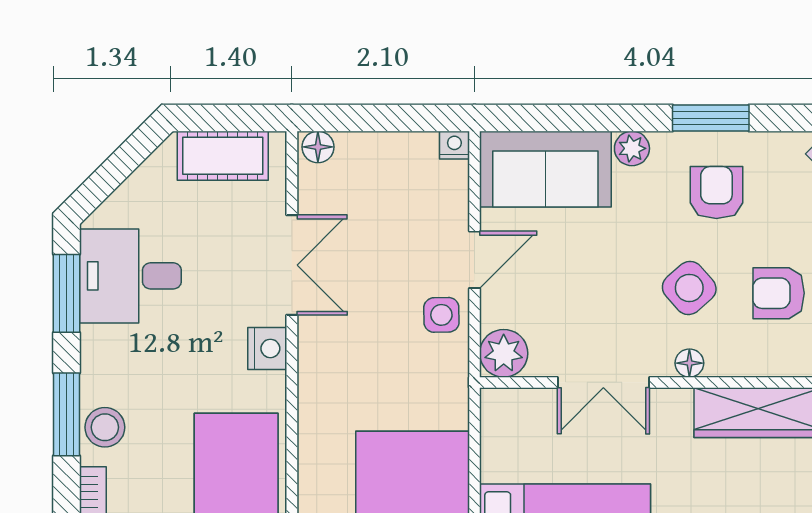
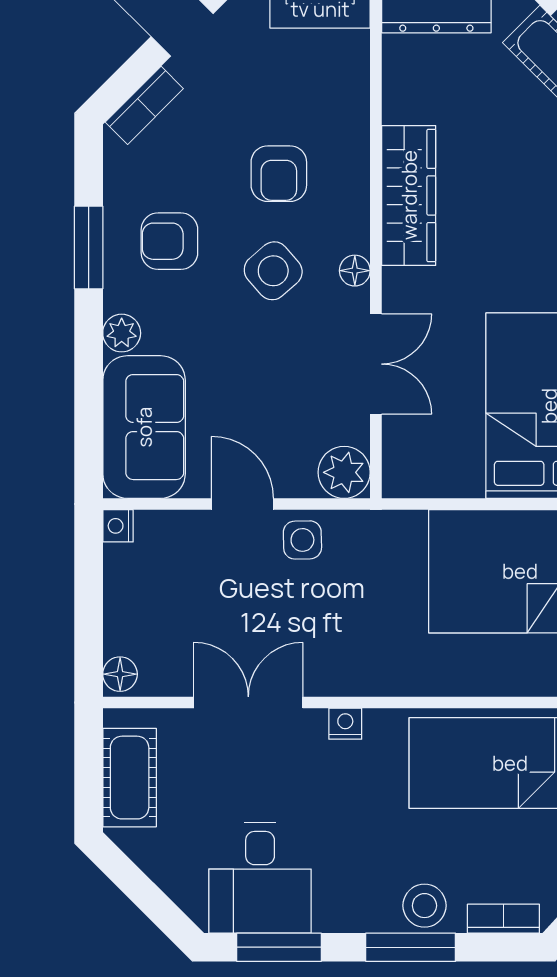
nightstand: (267, 348) -> (345, 724), width x0.72, depth x0.74

